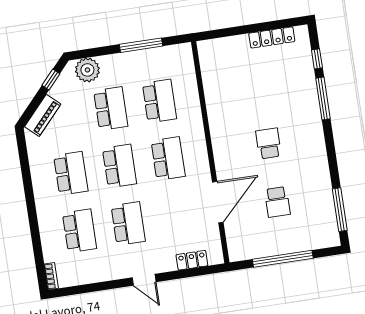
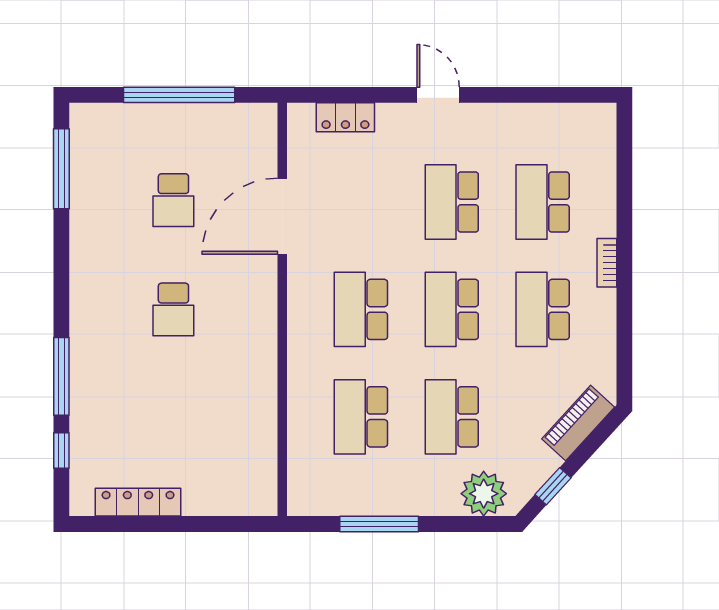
school desk: (277, 202) -> (173, 200), turned 180
bookcase: (51, 276) -> (607, 263), moved

